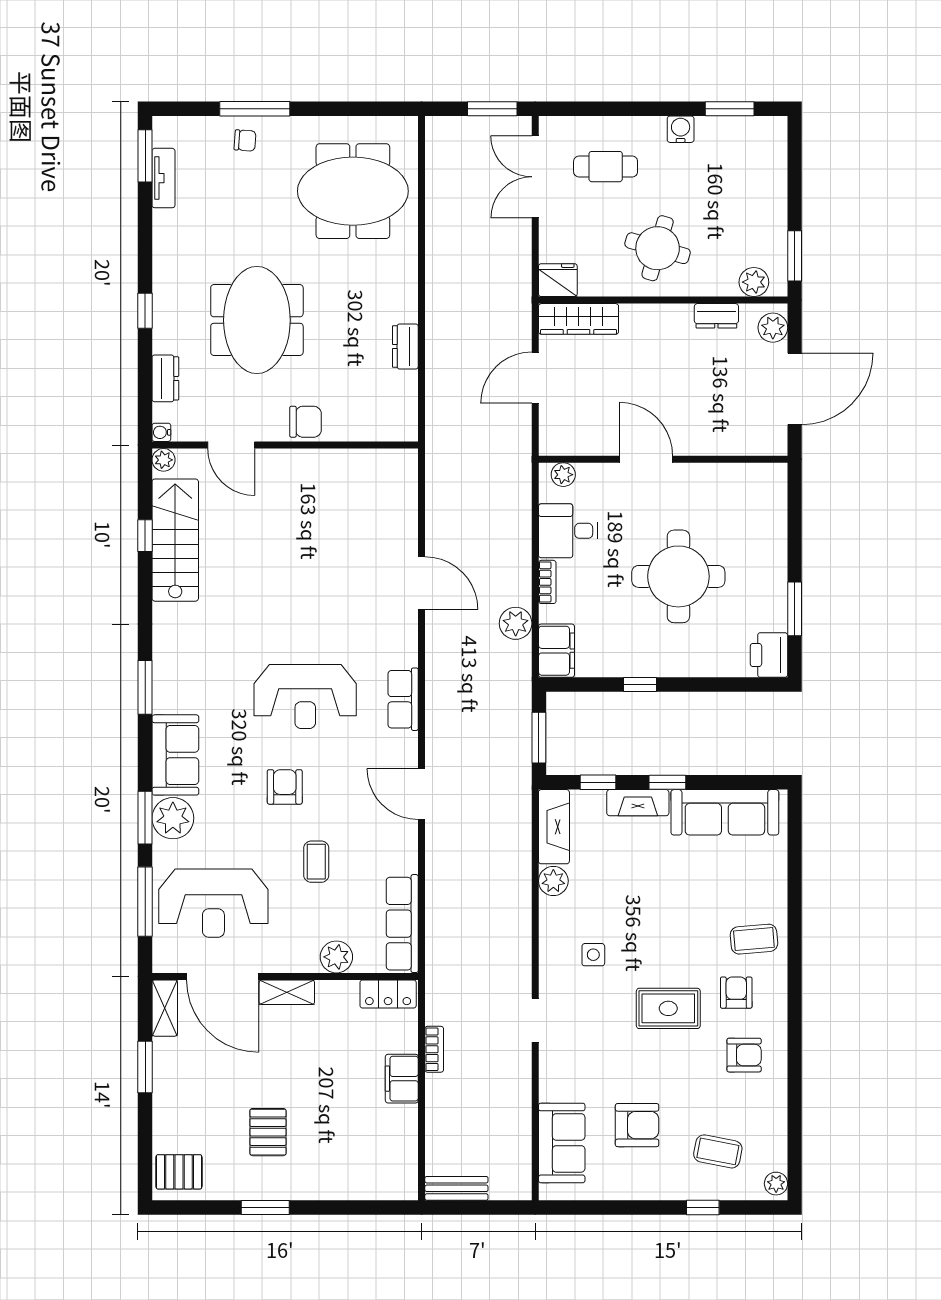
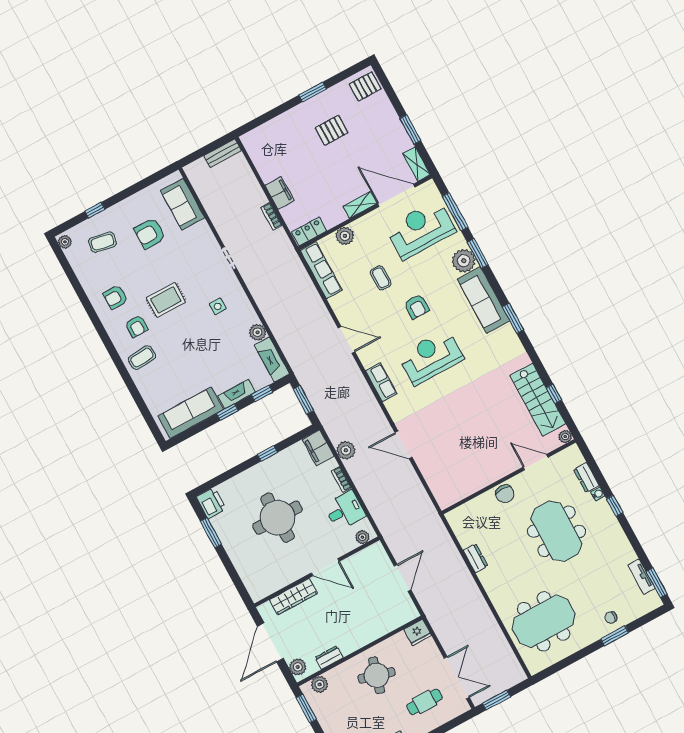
window: (255, 109) -> (615, 636), width x0.69
wardrobe: (579, 319) -> (294, 597), moved, turned 180
chair: (306, 422) -> (505, 494), turned -90
water cooler: (161, 432) -> (598, 494), moved
sofa: (175, 755) -> (484, 300), width x1.36
pallet: (268, 1132) -> (332, 130), turned 90

